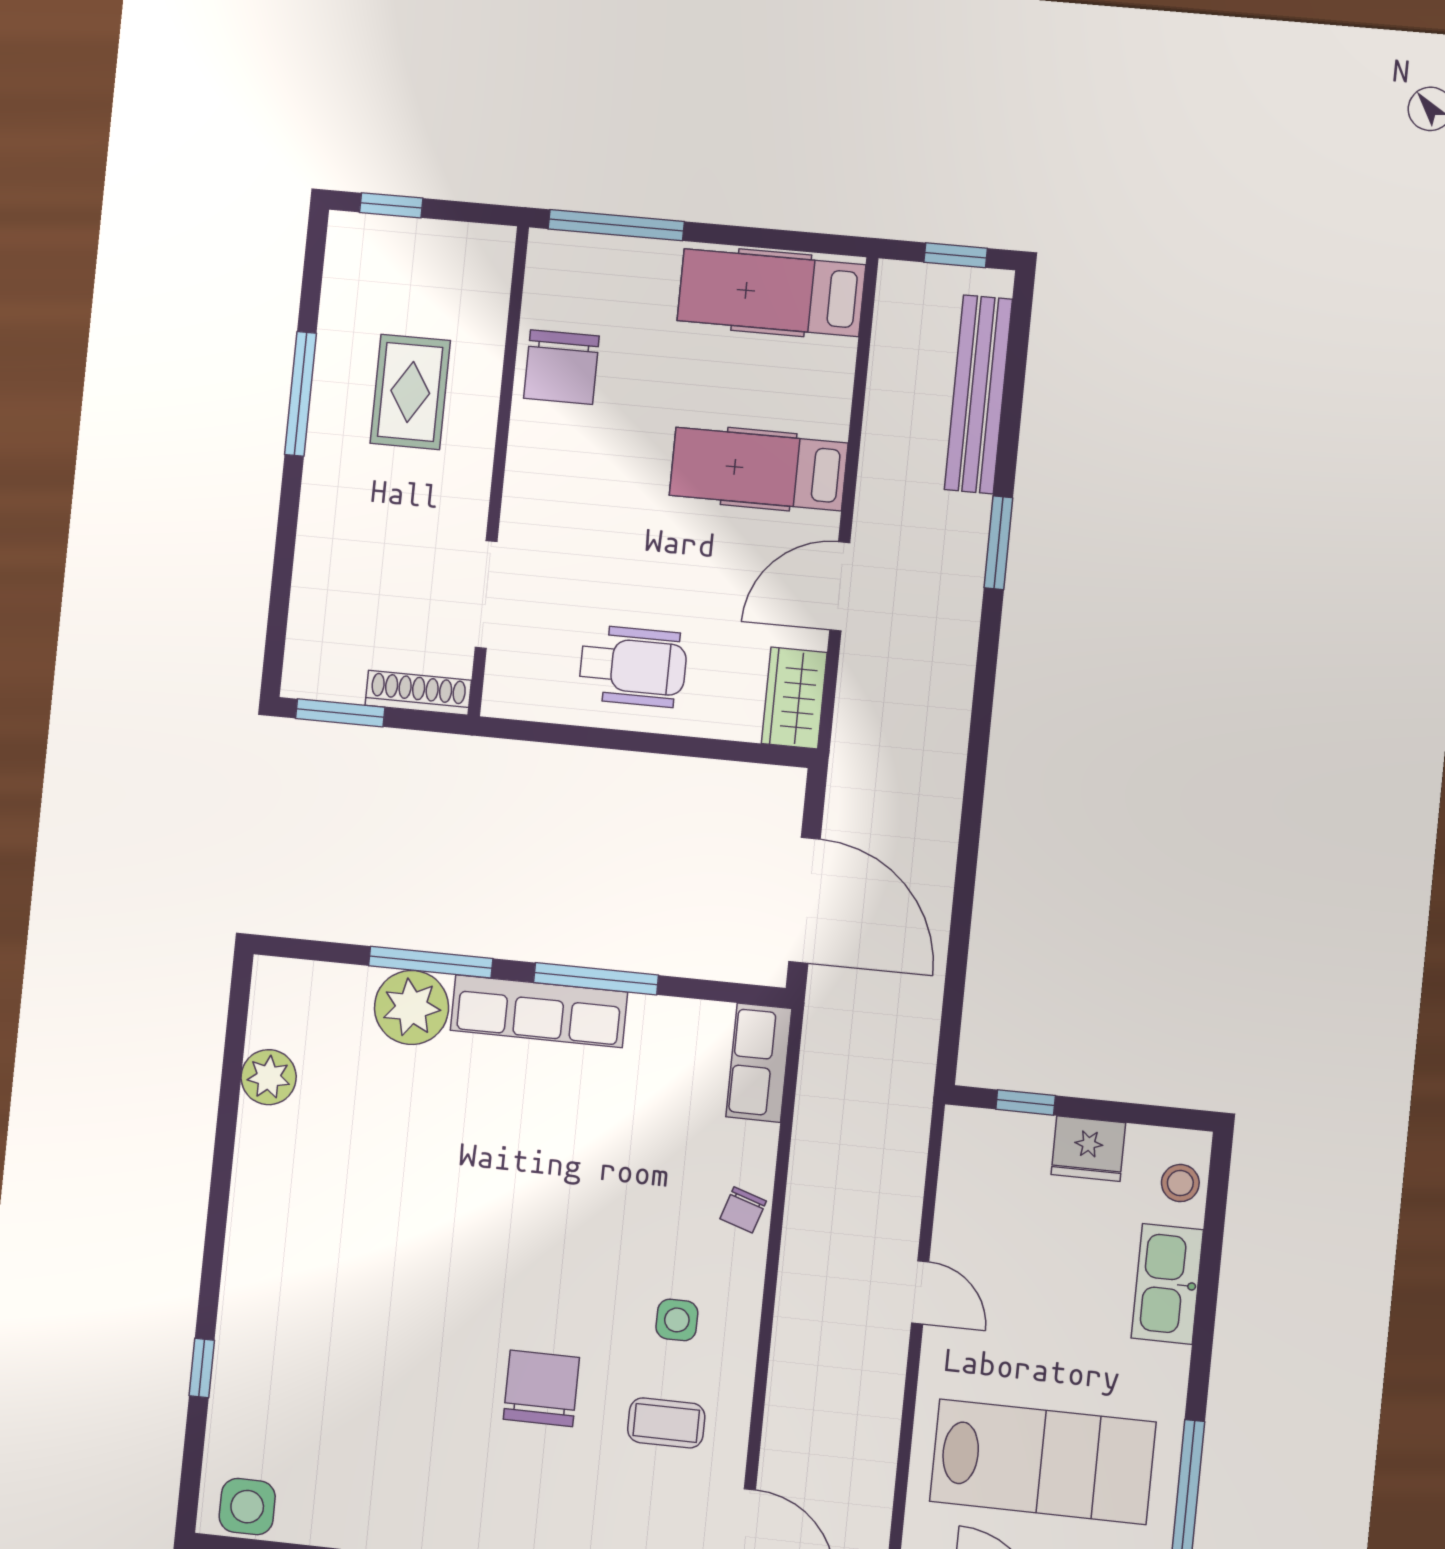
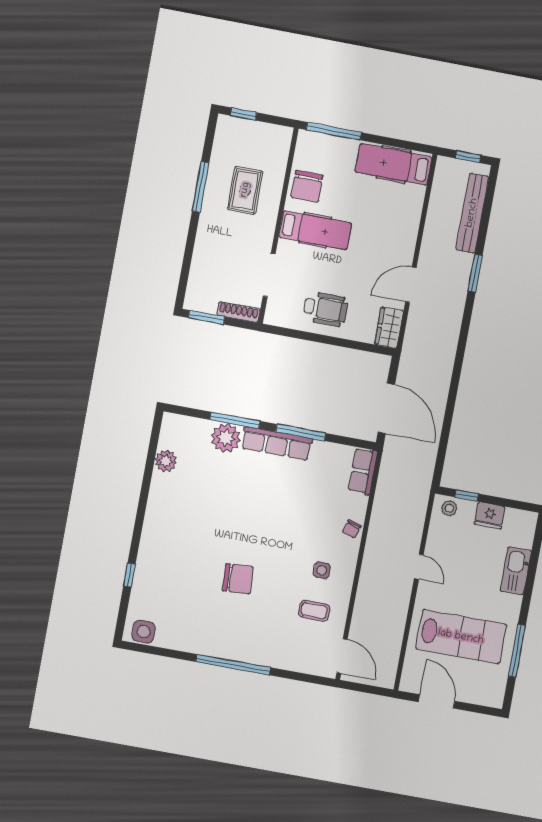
hospital bed: (759, 469) -> (315, 230), moved, turned 180
stool: (1180, 1183) -> (449, 508), moved
chair: (541, 1388) -> (238, 579), moved, turned 87

